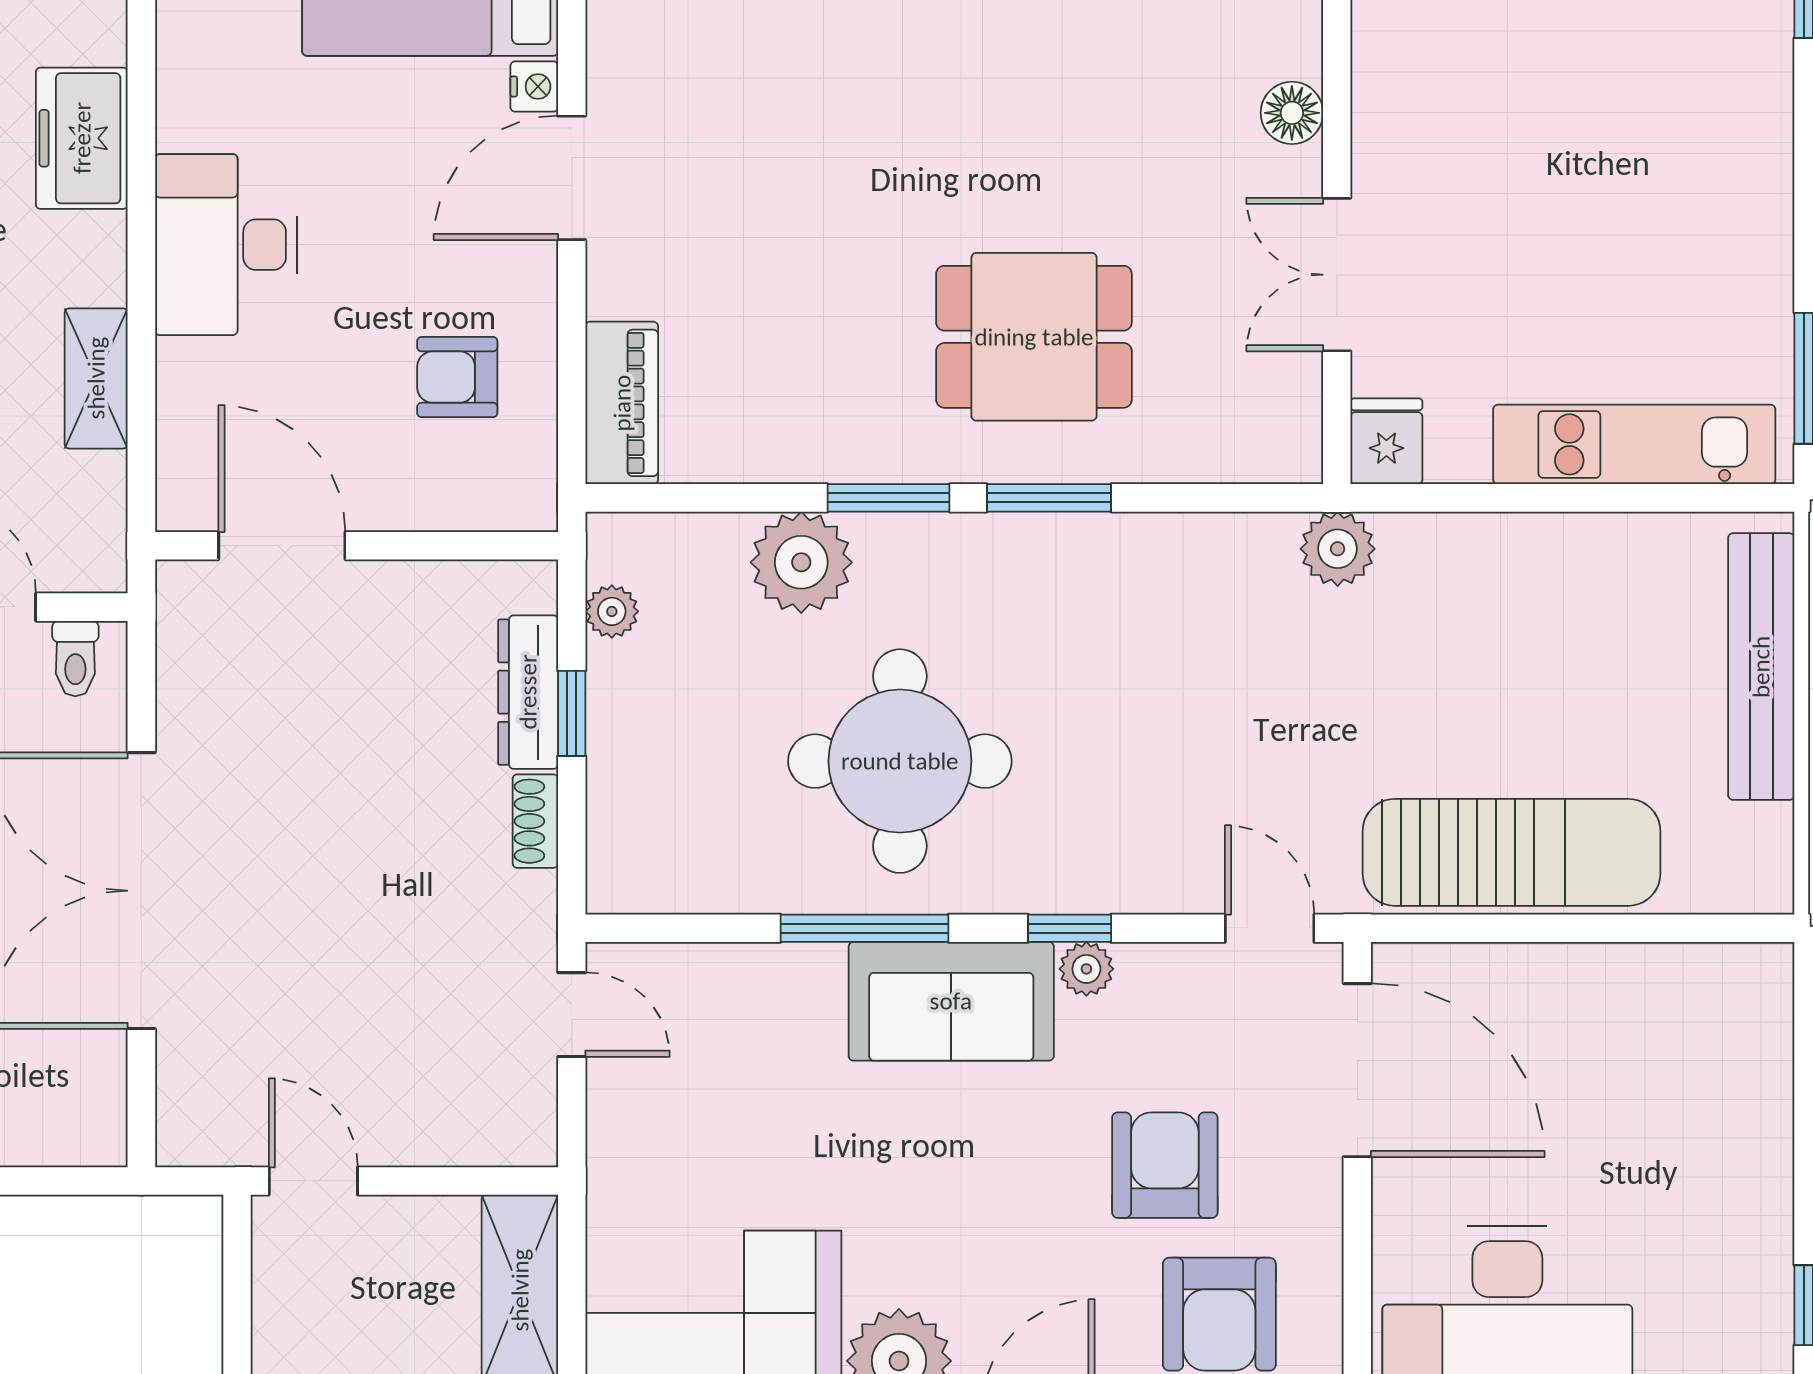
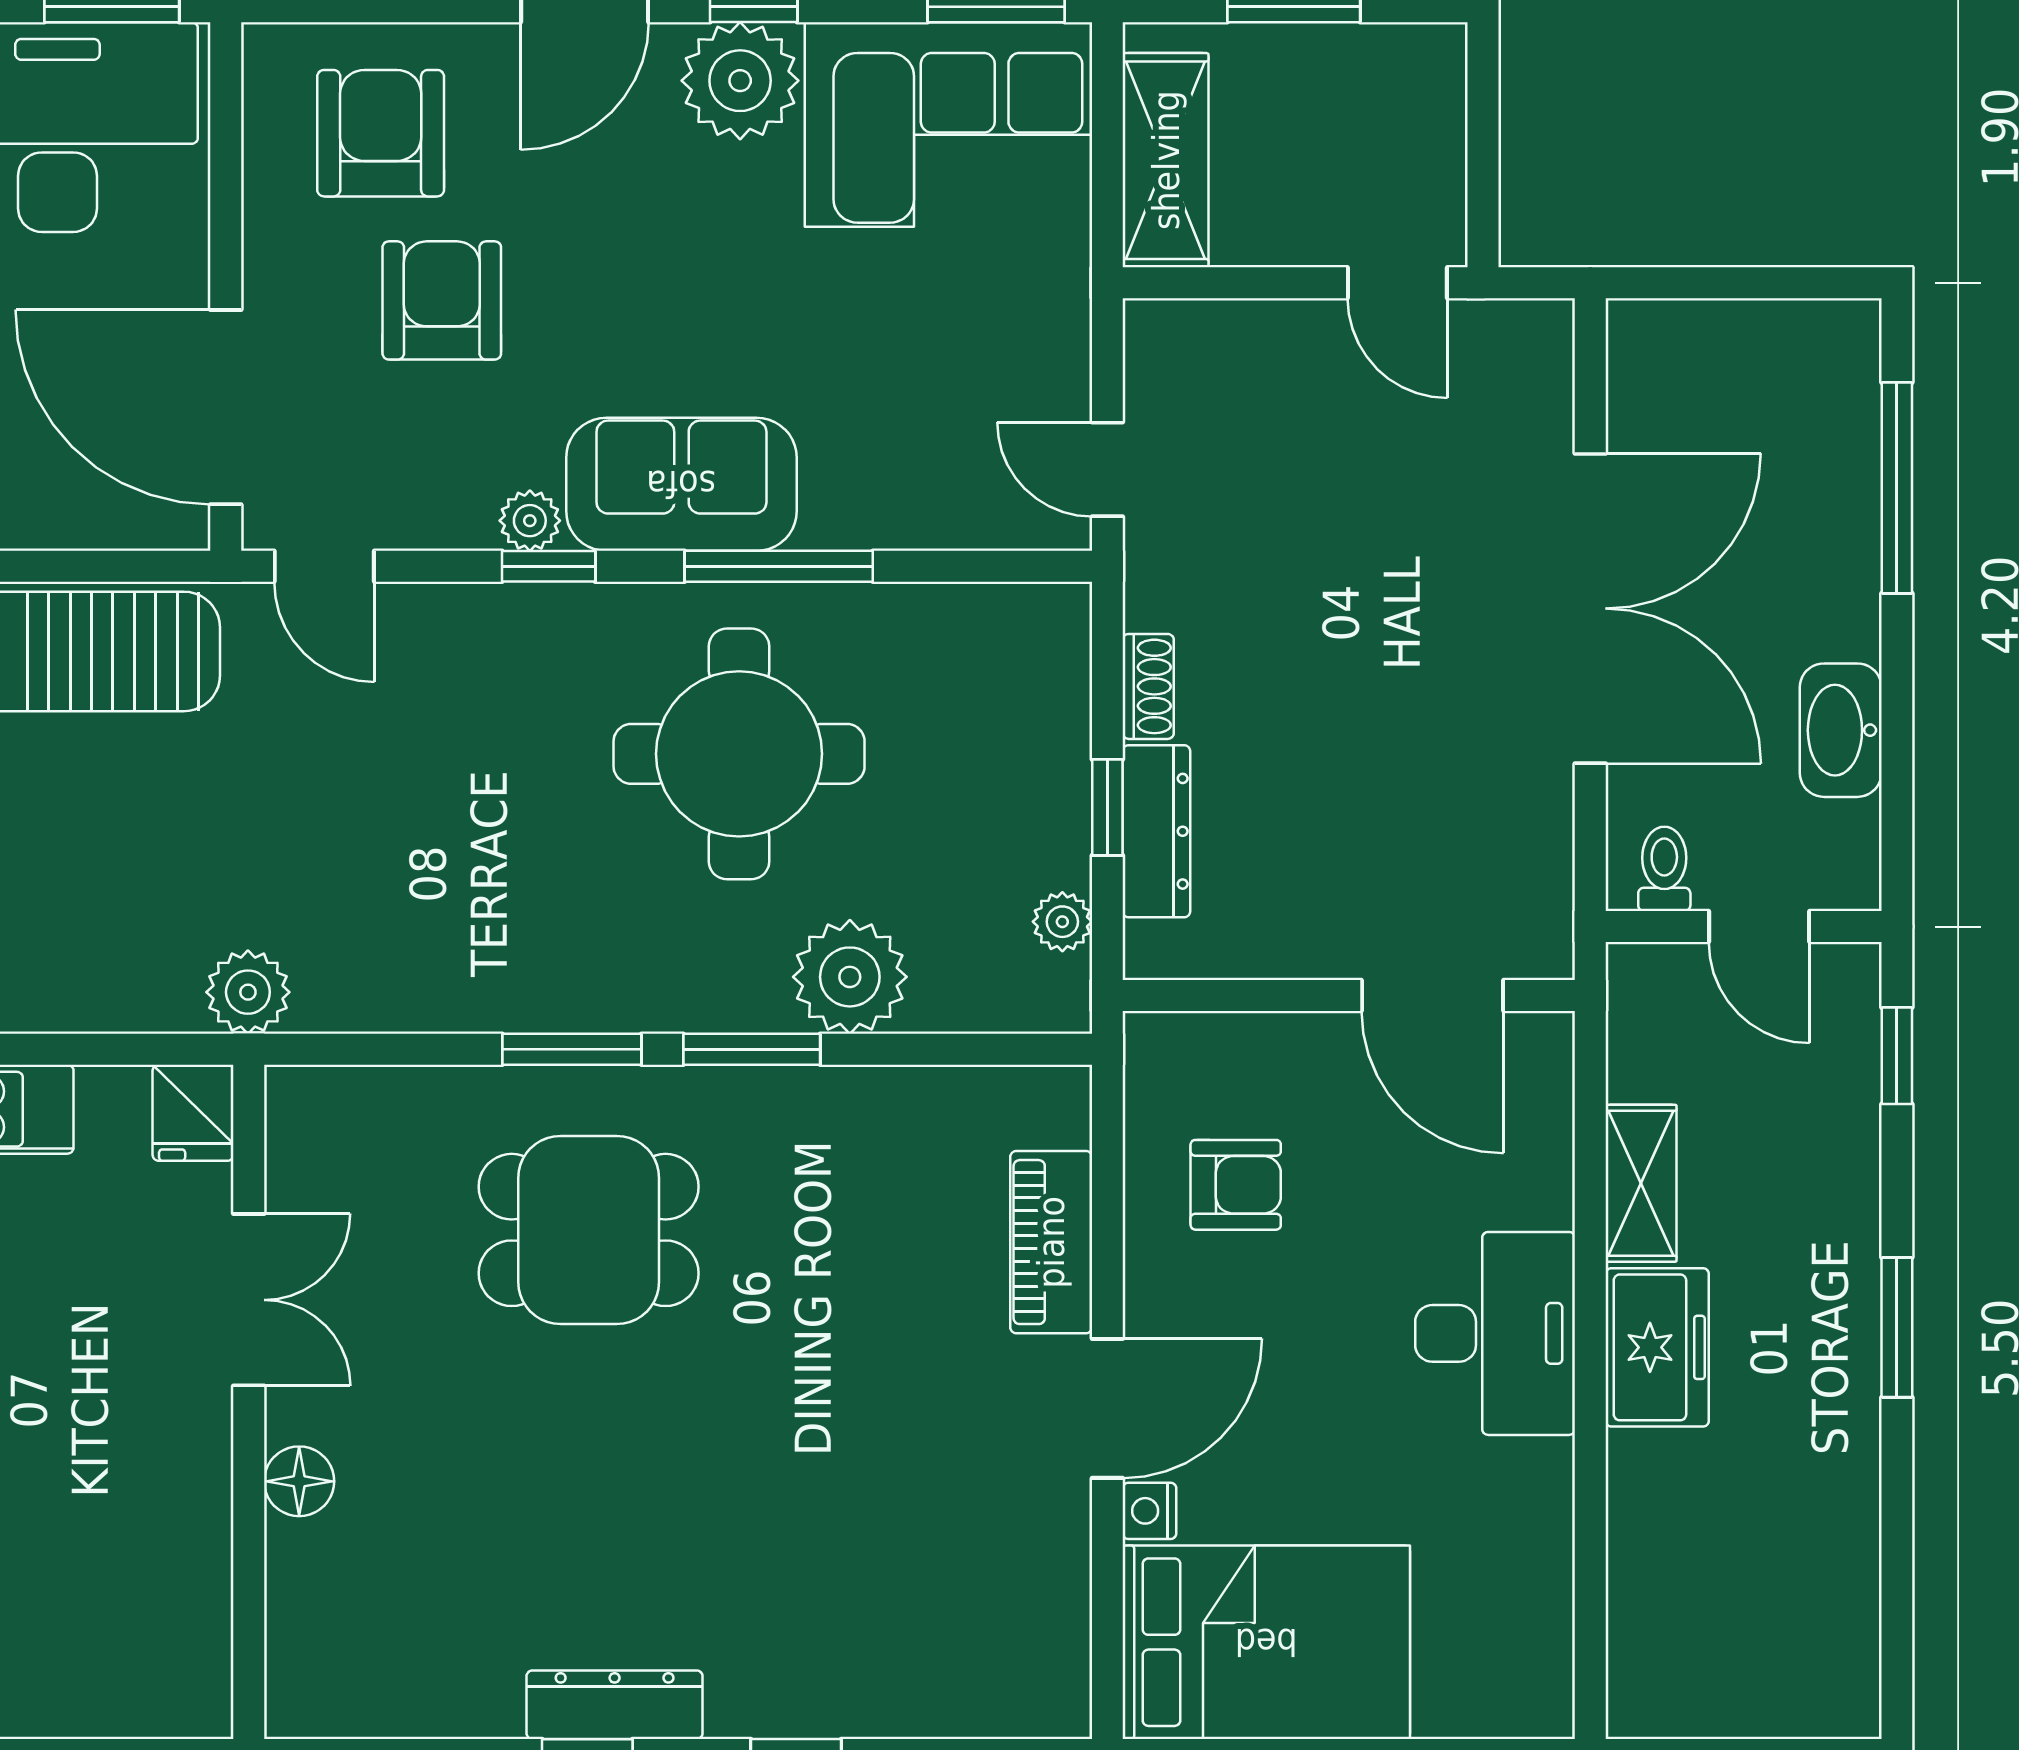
freezer: (82, 138) -> (1657, 1347), moved
piano: (622, 403) -> (1051, 1242), moved
armchair: (1165, 1165) -> (442, 300), turned 180

